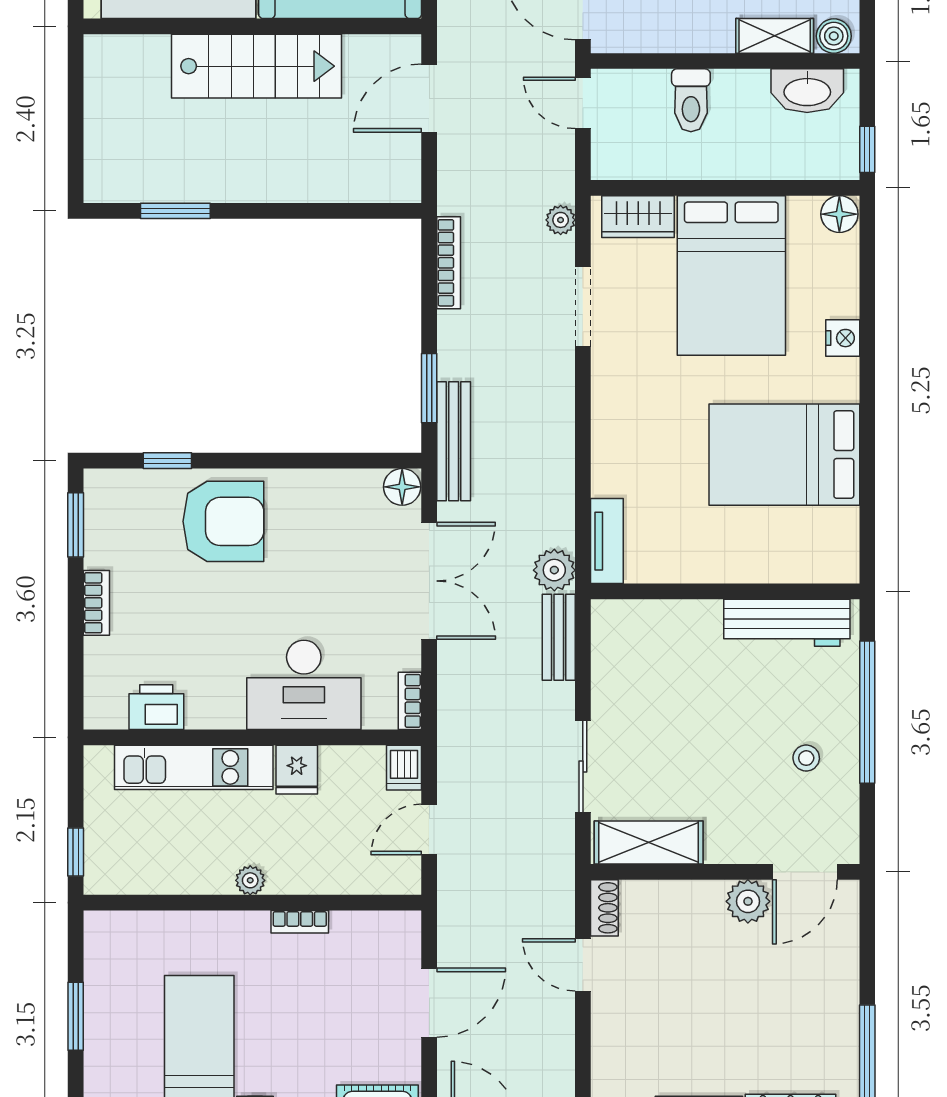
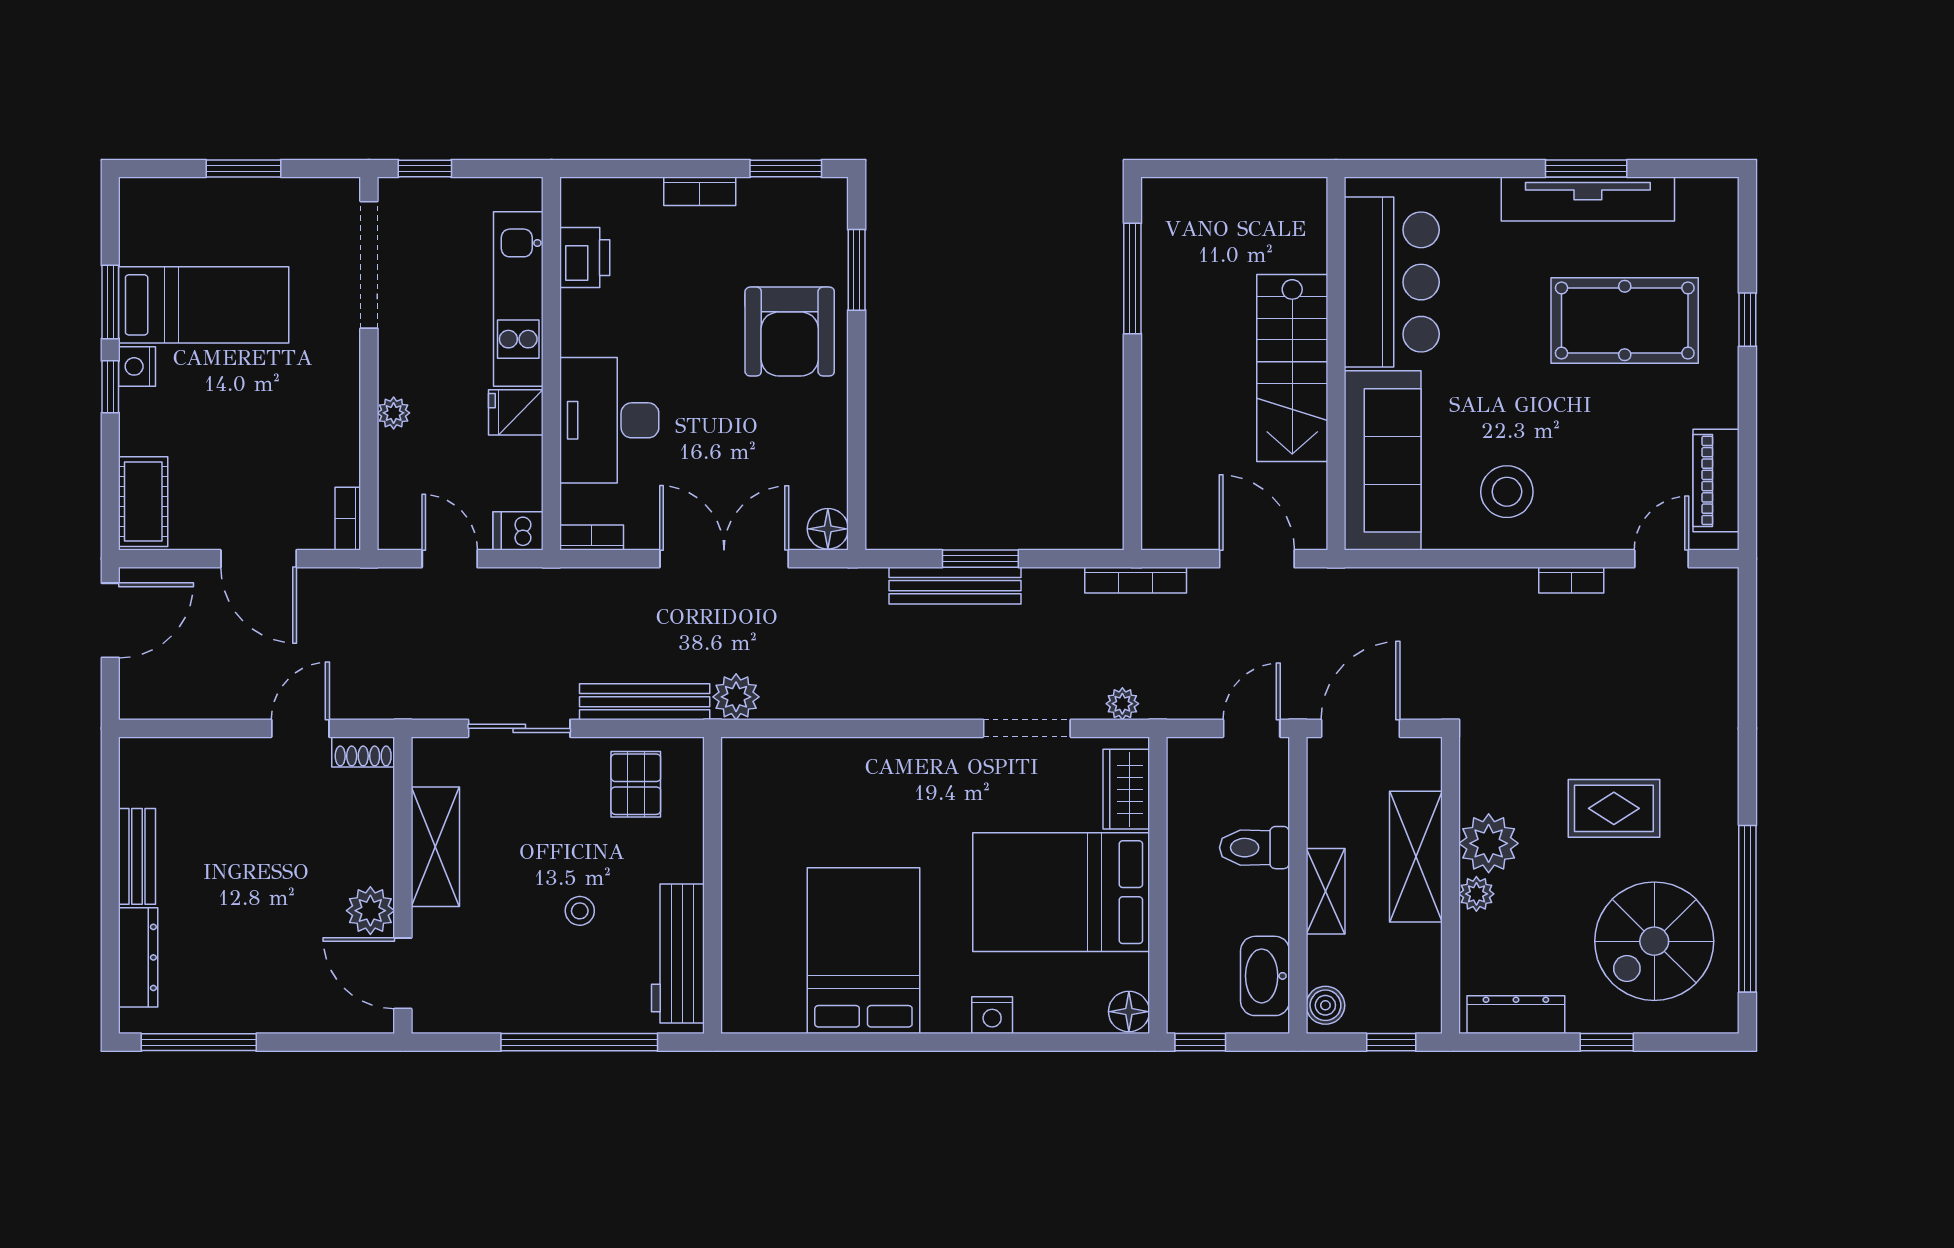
shelving: (775, 36) -> (1326, 891), moved
window: (175, 211) -> (1132, 279), width x1.44
bookcase: (449, 263) -> (1136, 580), moved
window: (429, 388) -> (980, 559), moved
bench: (454, 441) -> (955, 586), moved
window: (167, 461) -> (857, 270), width x1.50
tv unit: (607, 541) -> (768, 755), removed
double door: (429, 581) -> (724, 559), swing flipped
bench: (559, 637) -> (645, 702), width x1.36
pallet: (634, 661) -> (636, 784), added
stool: (806, 758) -> (580, 911), moved
shelving: (649, 842) -> (435, 847), moved
plant: (250, 880) -> (394, 413), moved
doorway: (163, 903) -> (369, 265), added
bookcase: (300, 922) -> (348, 519), moved

